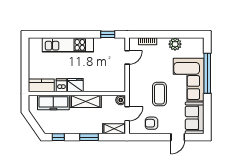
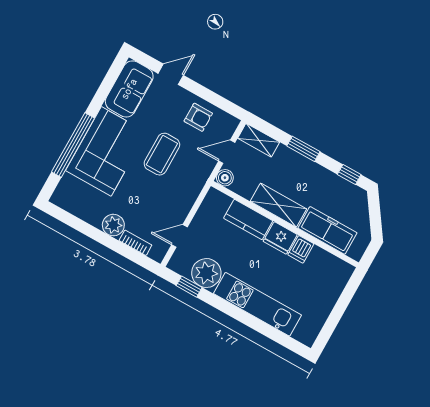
plant: (175, 44) -> (113, 225), moved
plant: (103, 46) -> (206, 273), added
kitchen counter: (41, 85) -> (248, 219), moved

